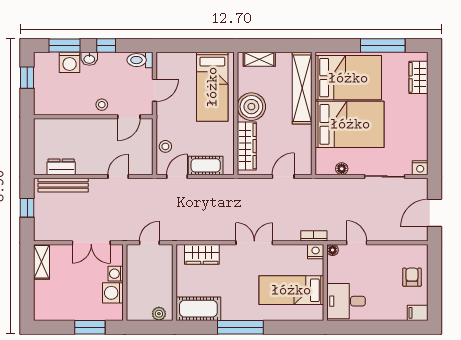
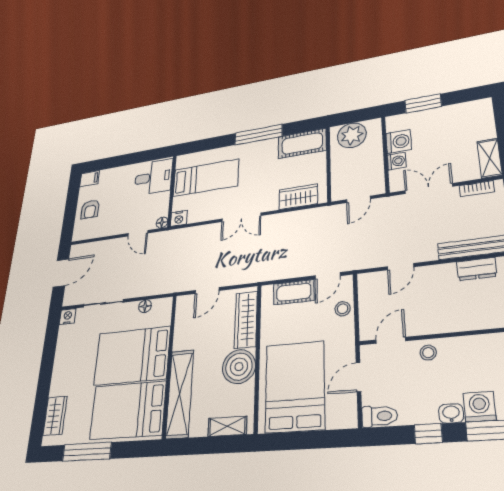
bed: (212, 87) -> (295, 387), width x1.50
bookcase: (314, 236) -> (477, 189), moved
plant: (159, 314) -> (352, 135), width x1.88, depth x1.88

